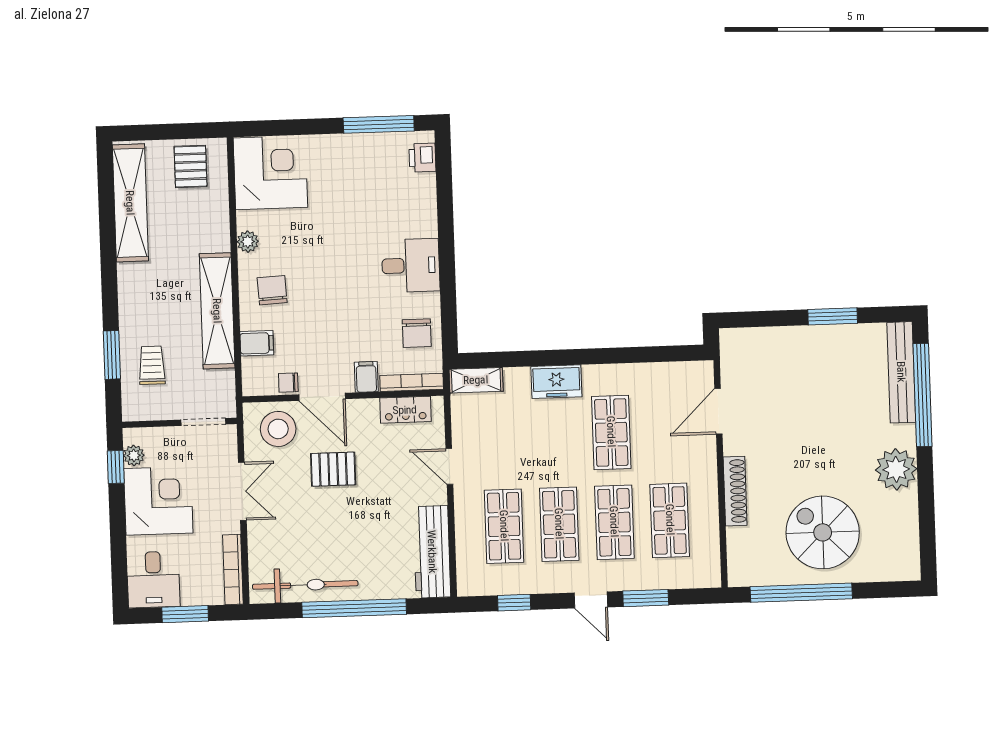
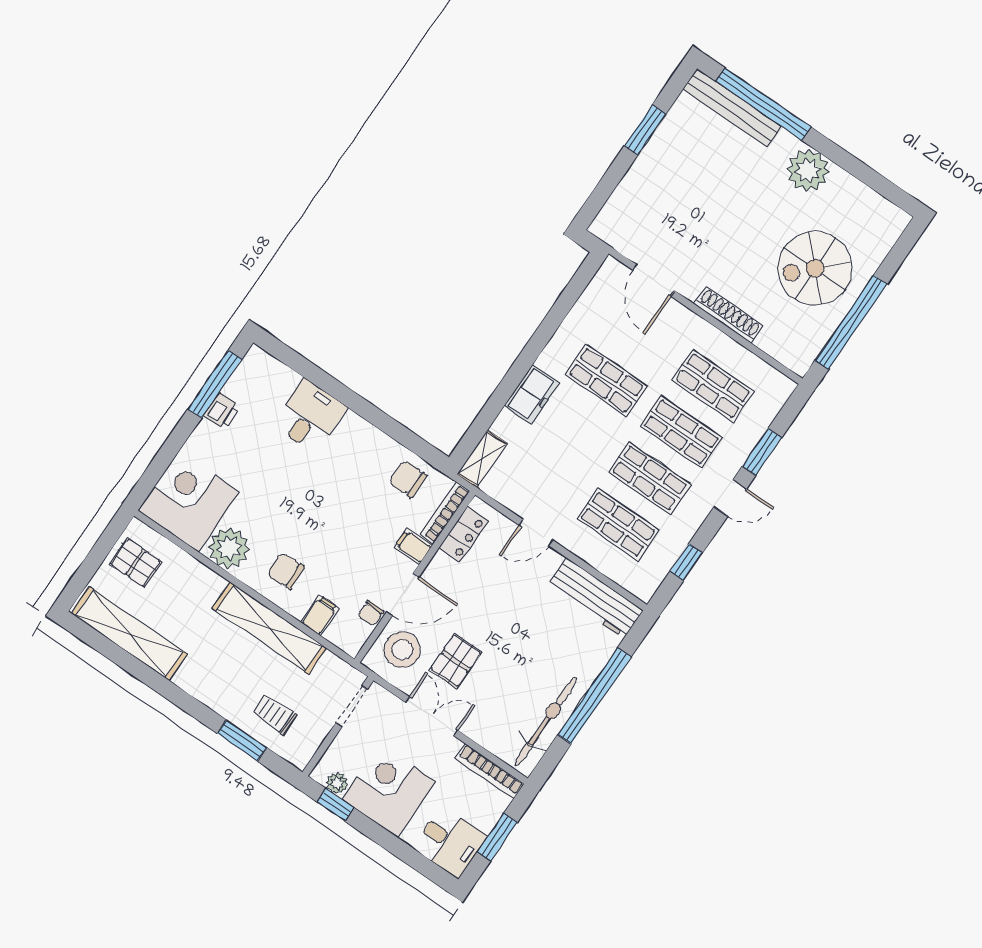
printer: (422, 158) -> (222, 411), moved, turned -90
plant: (248, 242) -> (229, 548), width x1.87, depth x1.87
desk: (411, 265) -> (310, 416), moved
chair: (417, 333) -> (408, 479), turned 180
pallet: (333, 469) -> (456, 661), moved

